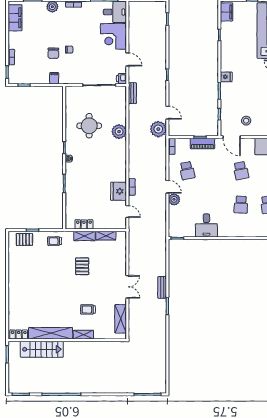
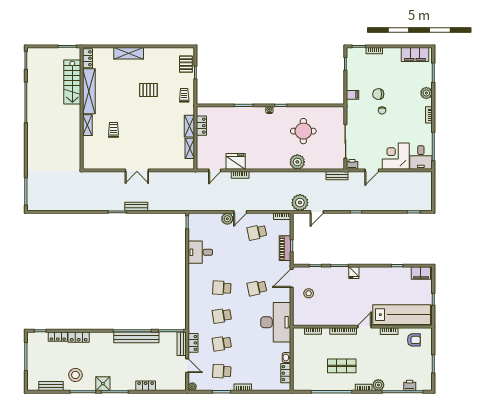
pallet: (82, 266) -> (148, 90), moved
shelving: (121, 319) -> (129, 53), moved

